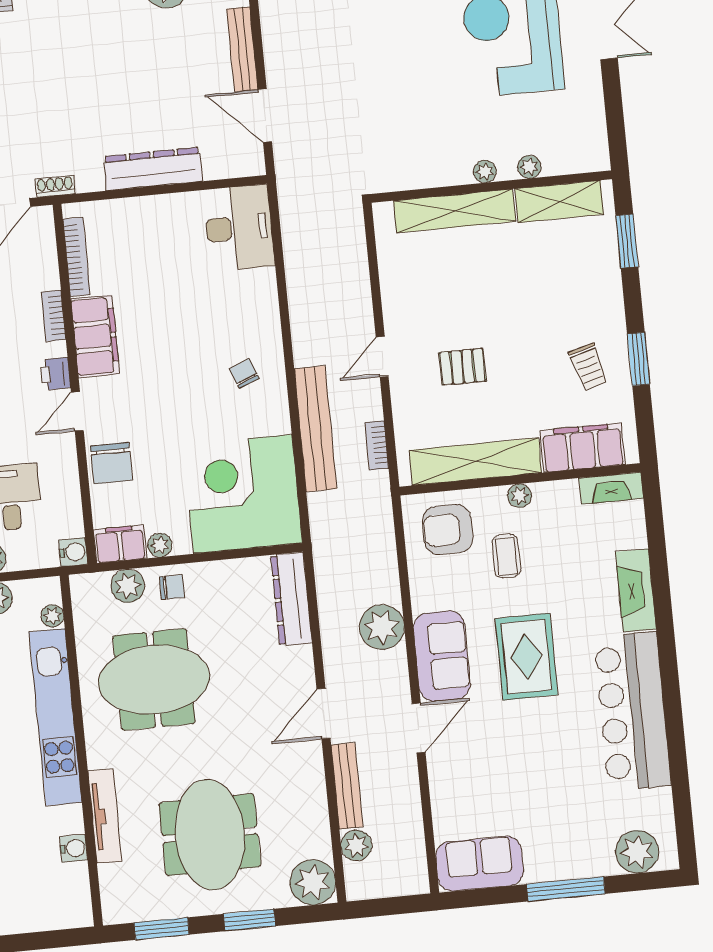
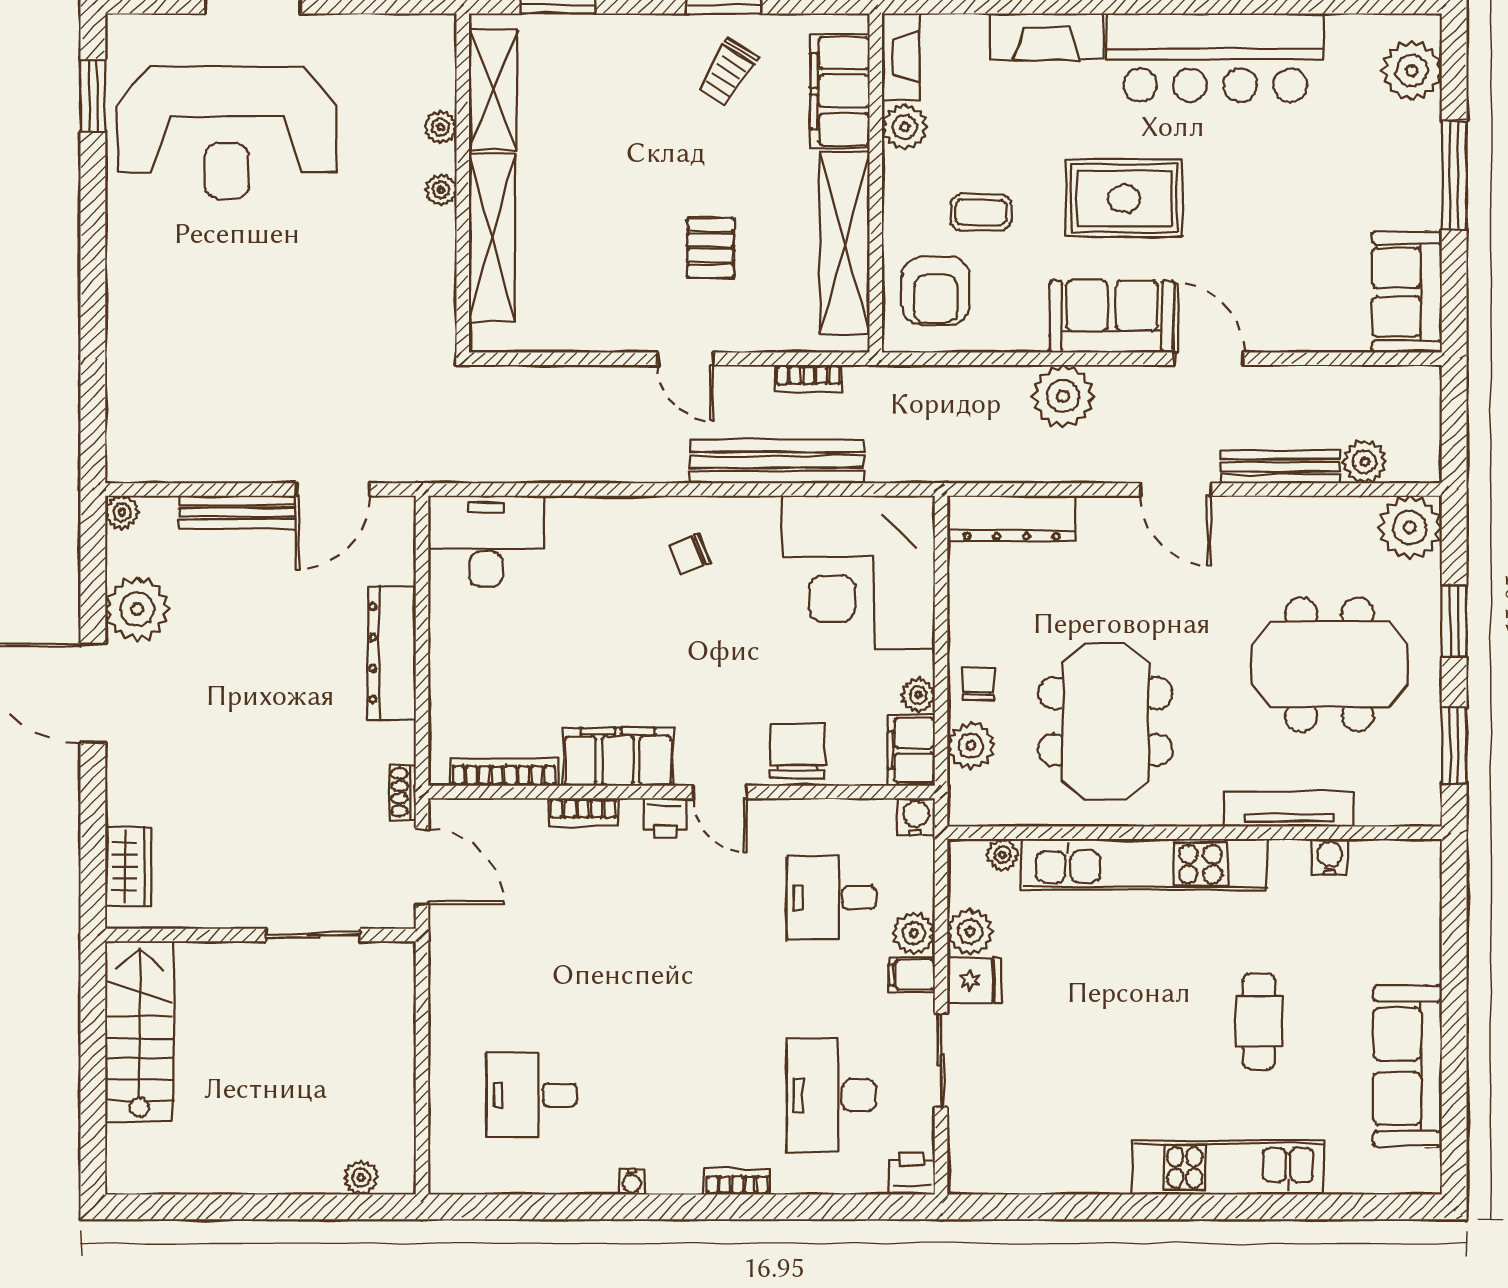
trolley: (588, 367) -> (728, 72), turned 138
chair: (111, 463) -> (797, 751), turned -90
plant: (520, 496) -> (905, 127), moved, width x1.38, depth x1.38

